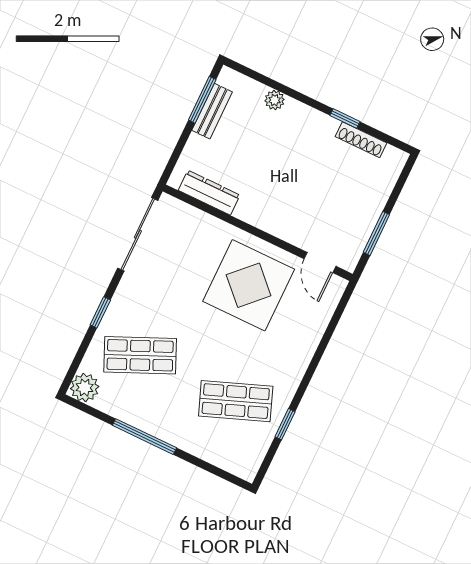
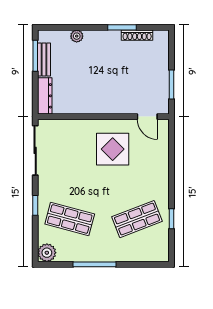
window: (345, 119) -> (122, 27), width x1.50
dresser: (209, 193) -> (45, 96), moved, turned 90
display table: (249, 285) -> (113, 149), width x0.73, depth x0.73
shop shelf: (140, 355) -> (70, 219), turned 39

